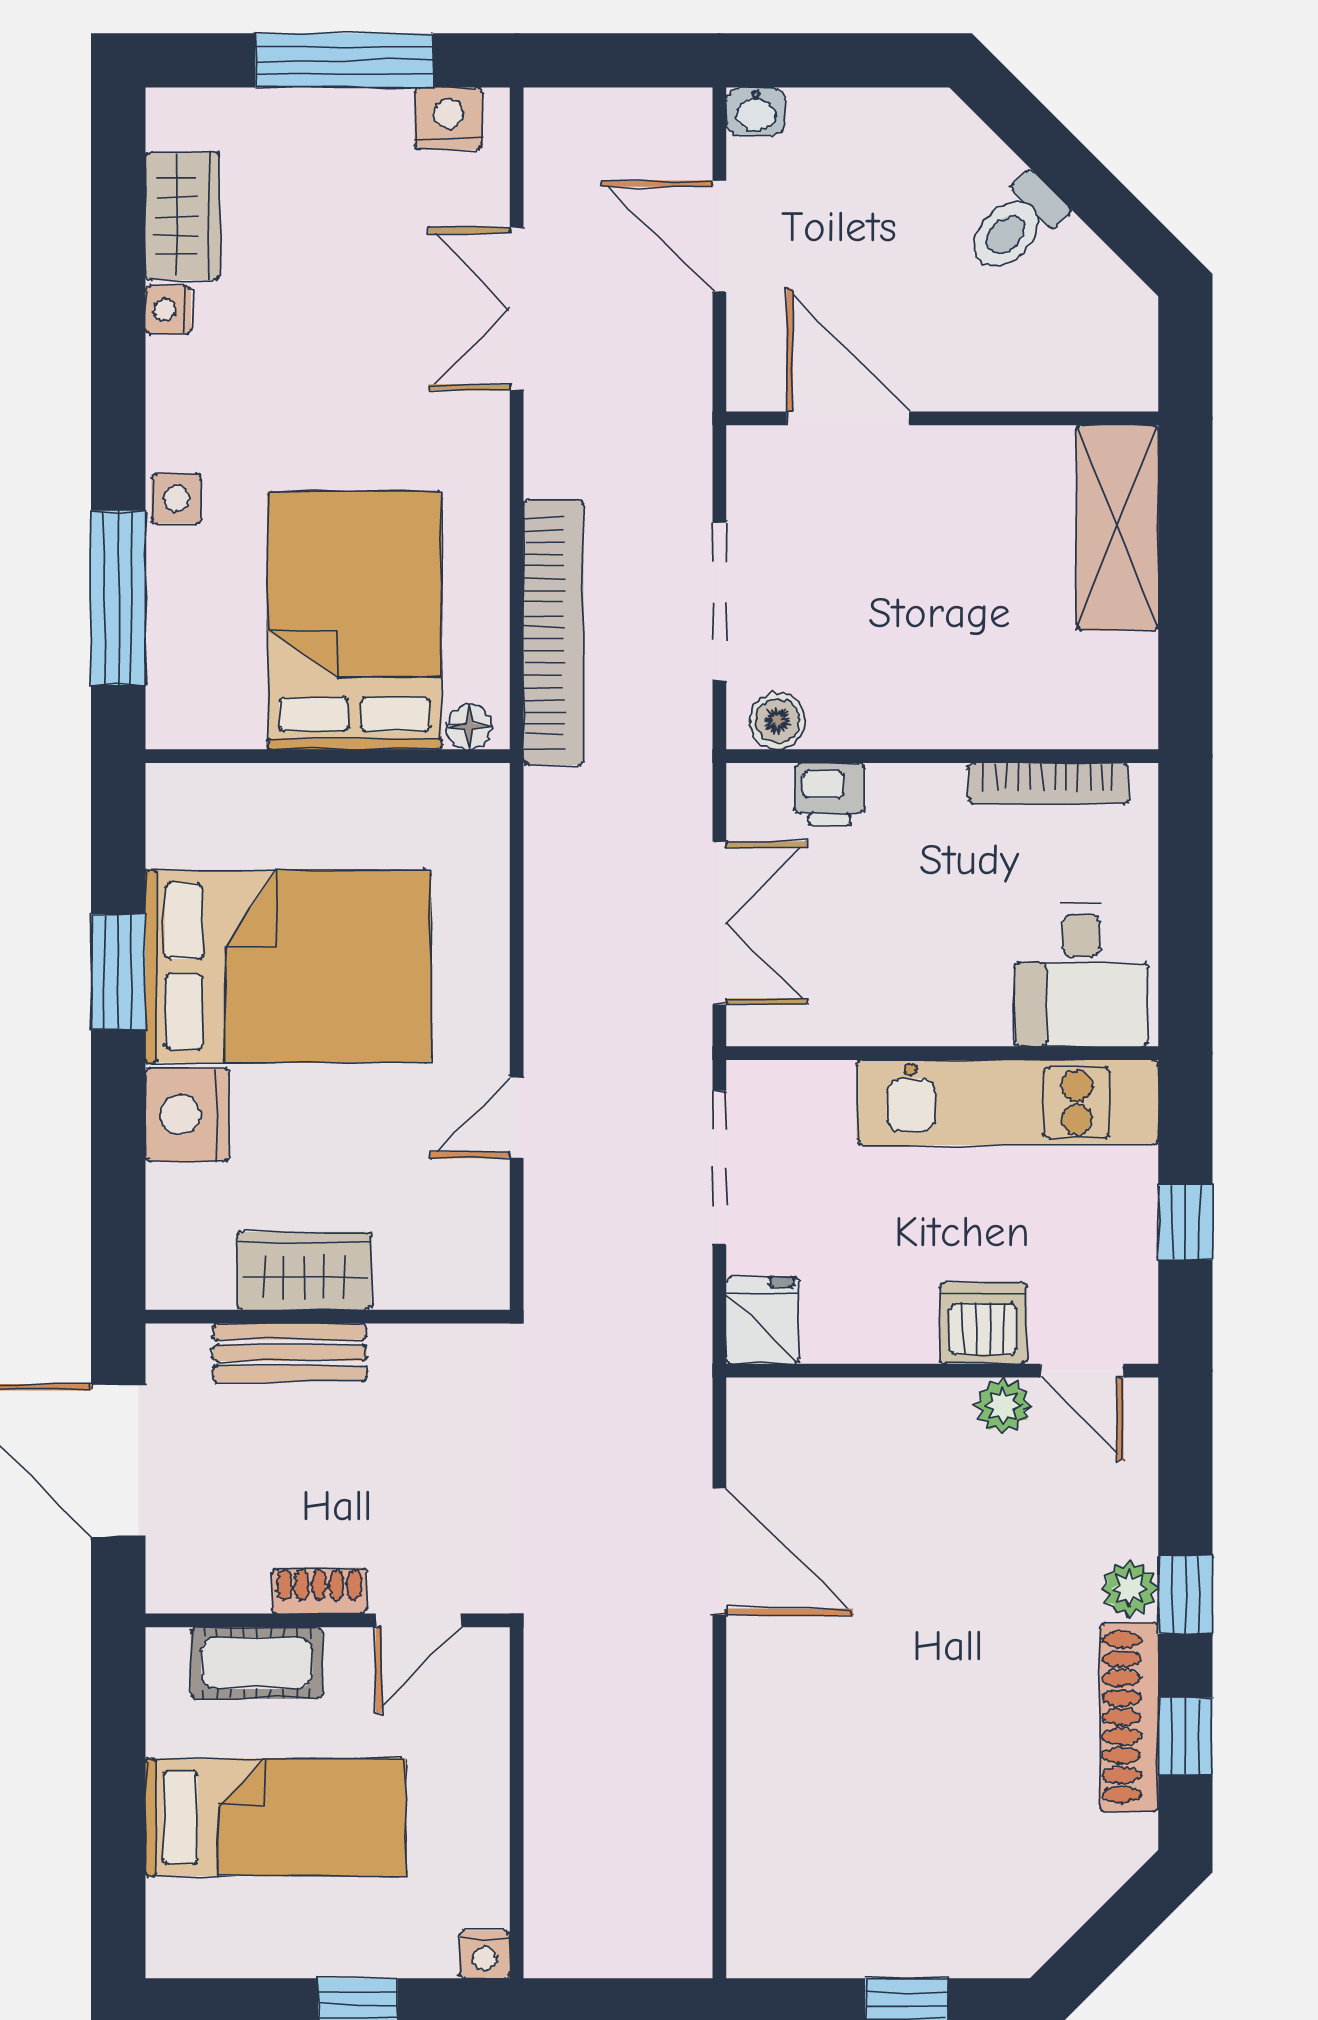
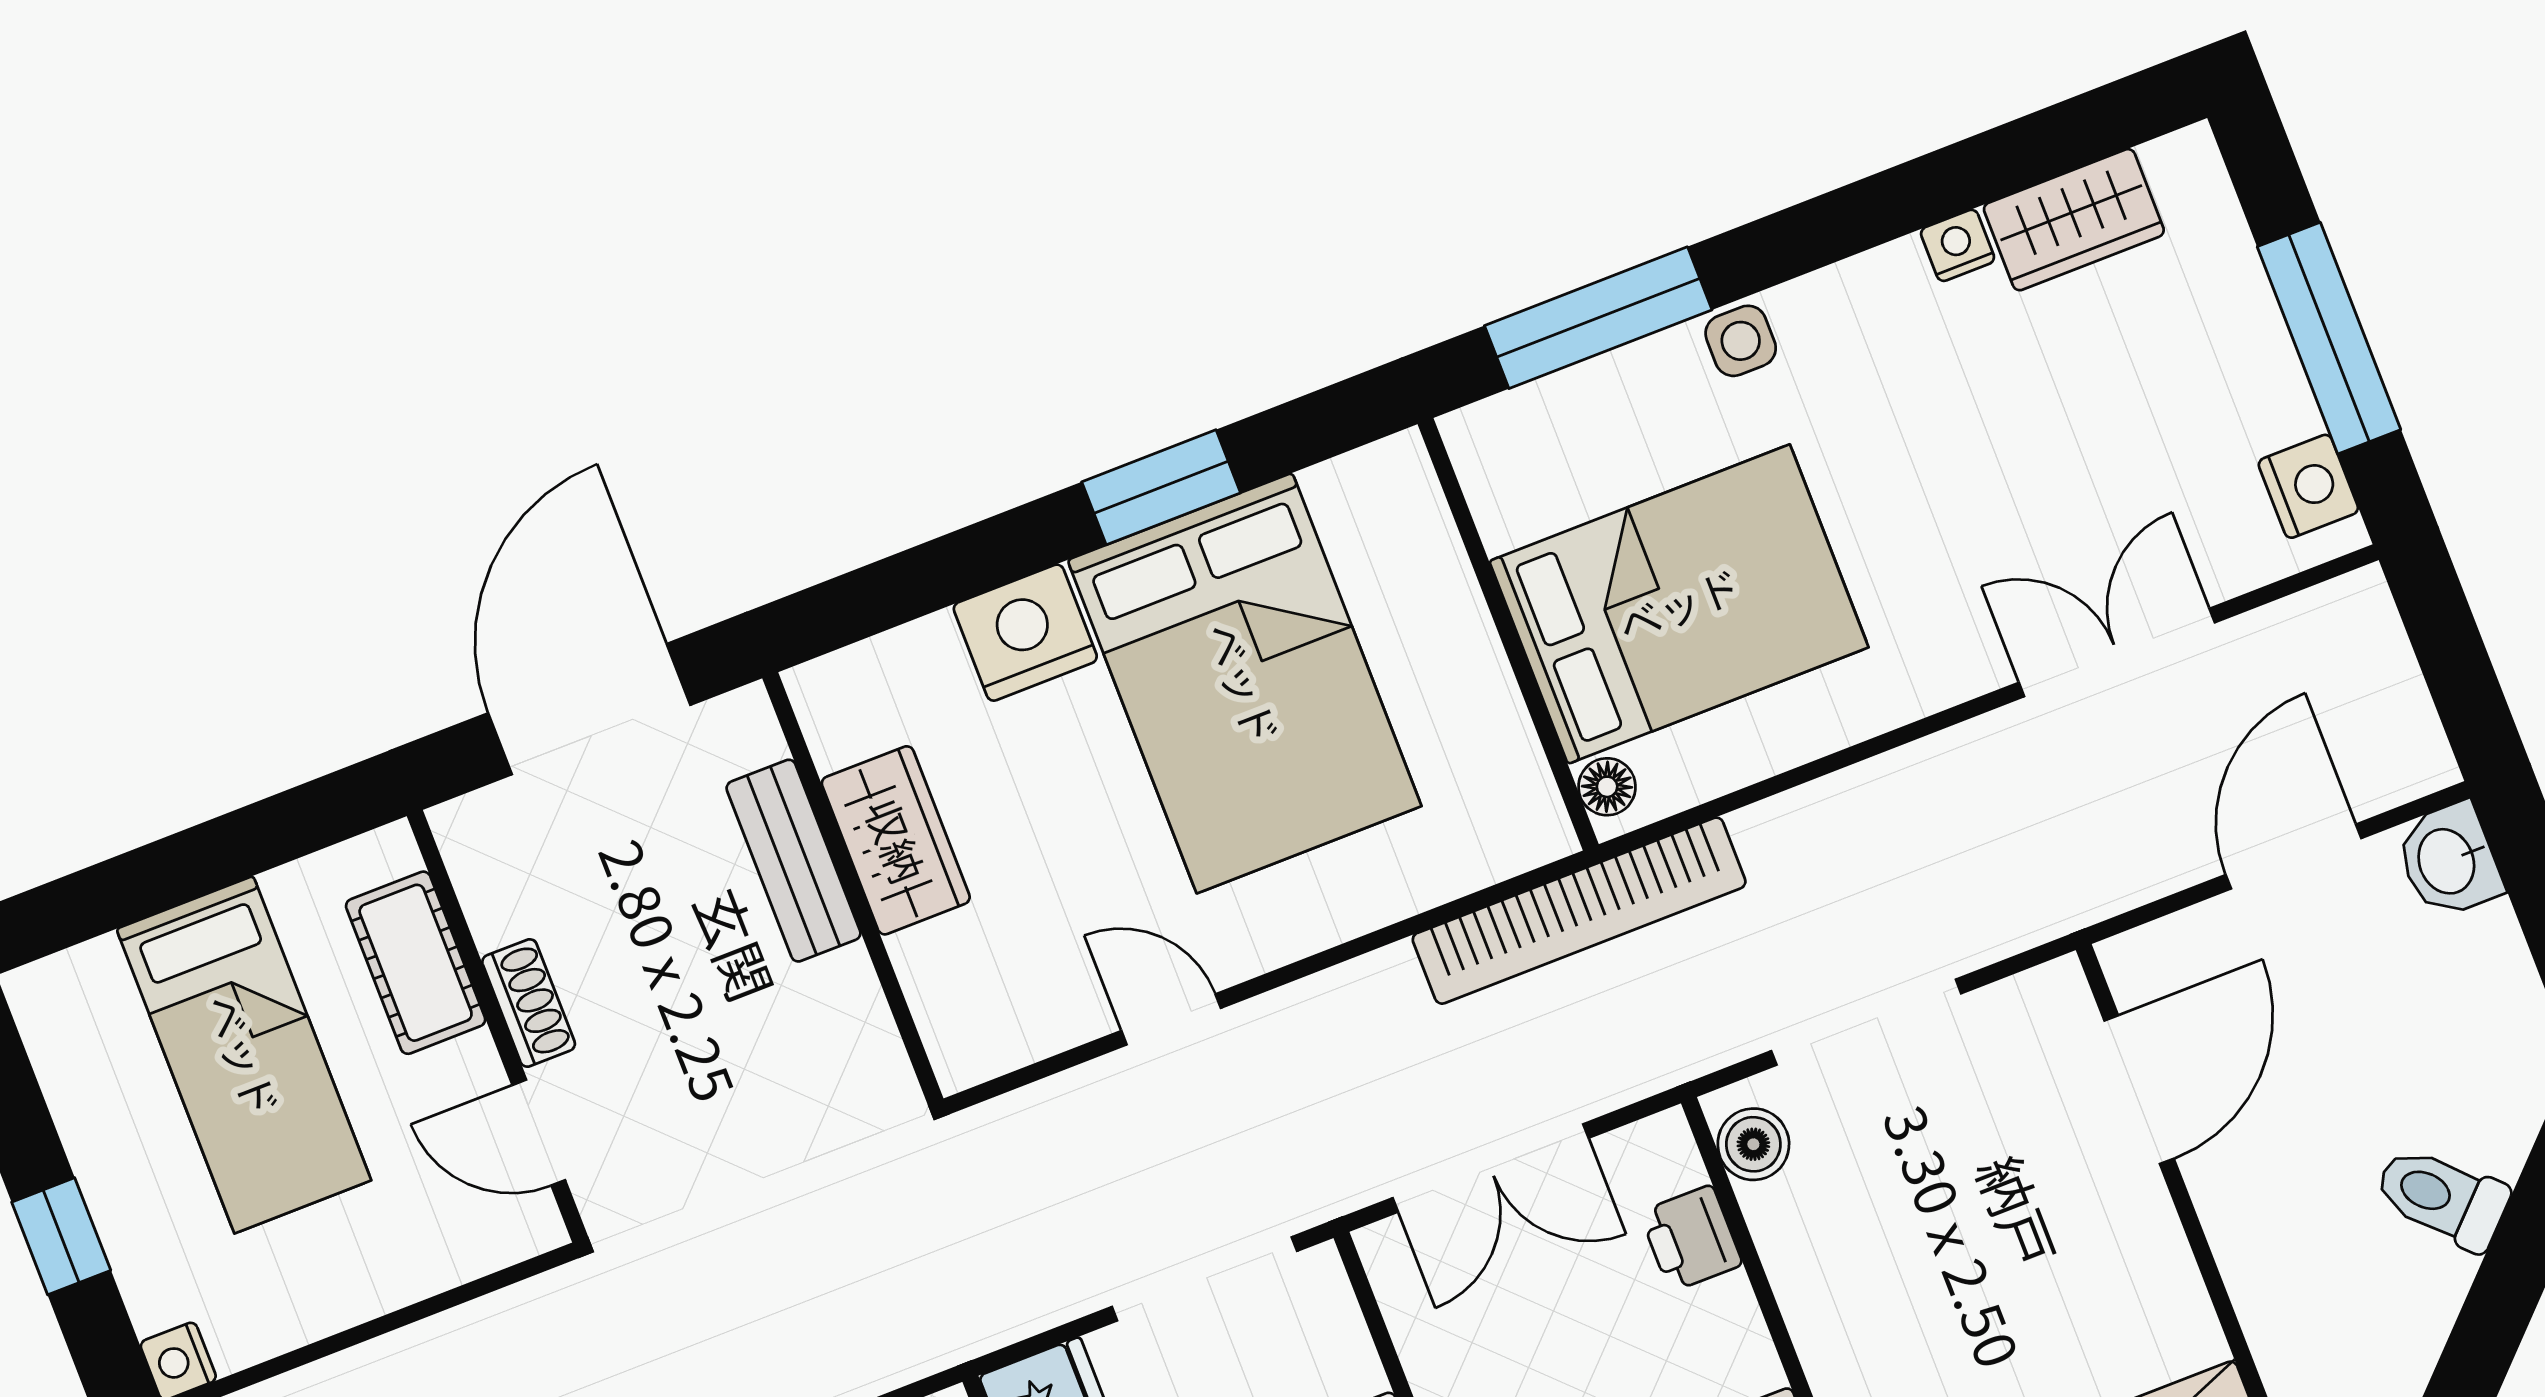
washbasin: (756, 111) -> (2449, 860), width x1.38, depth x1.45
bookcase: (554, 633) -> (1579, 911), moved

